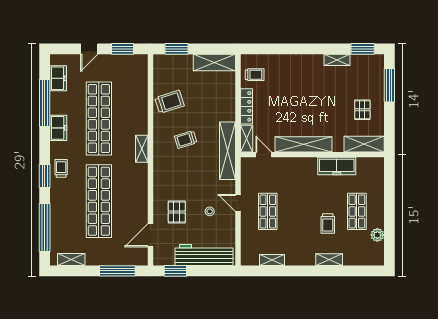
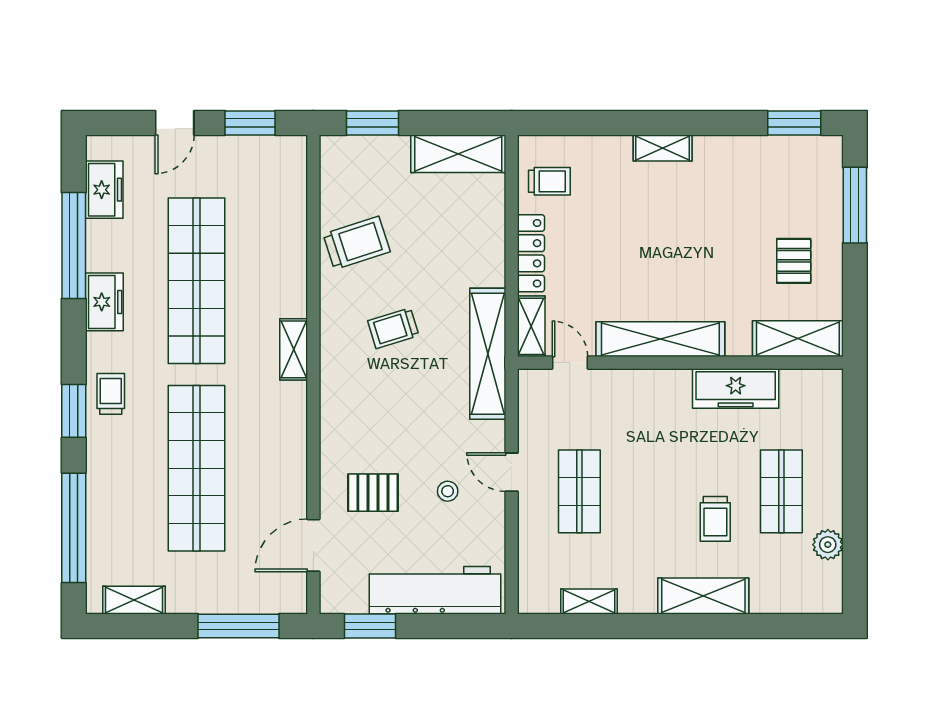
shelving: (337, 60) -> (663, 148), moved
pallet: (177, 212) -> (373, 493), turned 90
shelving: (329, 260) -> (703, 596), width x1.50, depth x1.33

